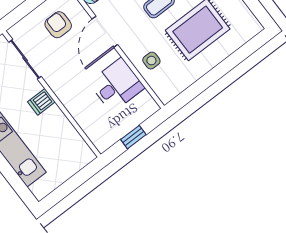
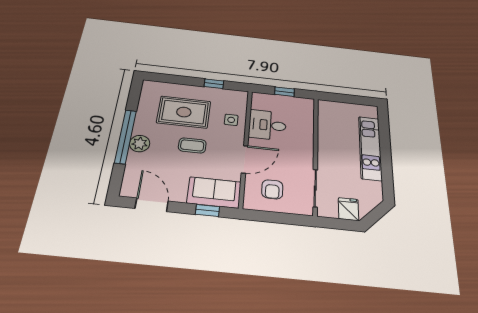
window: (202, 85) -> (214, 84), added
dishwasher: (41, 102) -> (327, 155), removed

